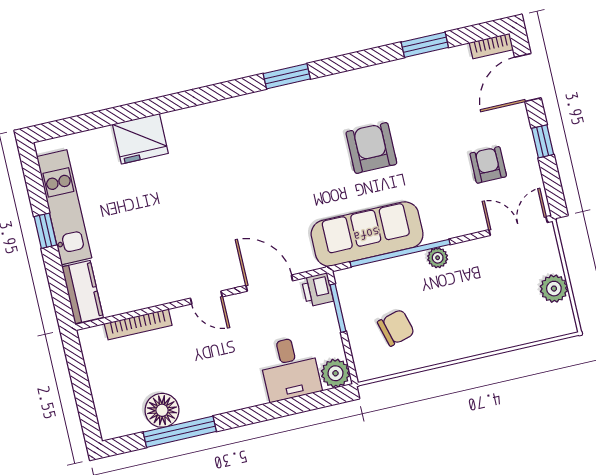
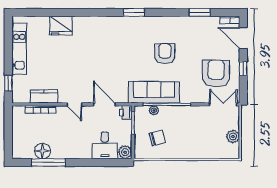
door: (528, 78) -> (243, 38), hinge flipped
armchair: (488, 165) -> (216, 74), width x1.88, depth x1.88
window: (45, 231) -> (8, 83), moved
plant: (438, 258) -> (154, 110), moved
kitchen counter: (82, 292) -> (44, 96), moved, turned -90

